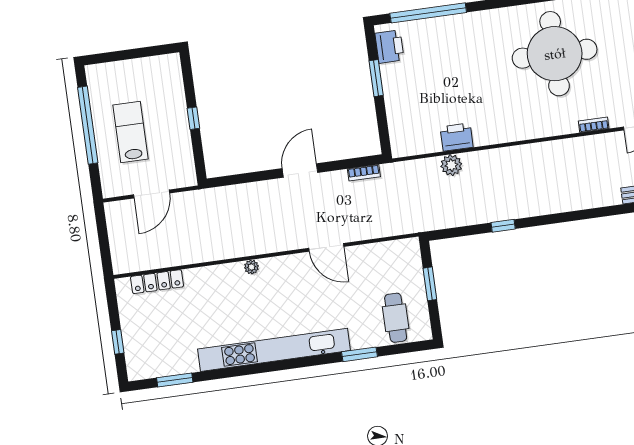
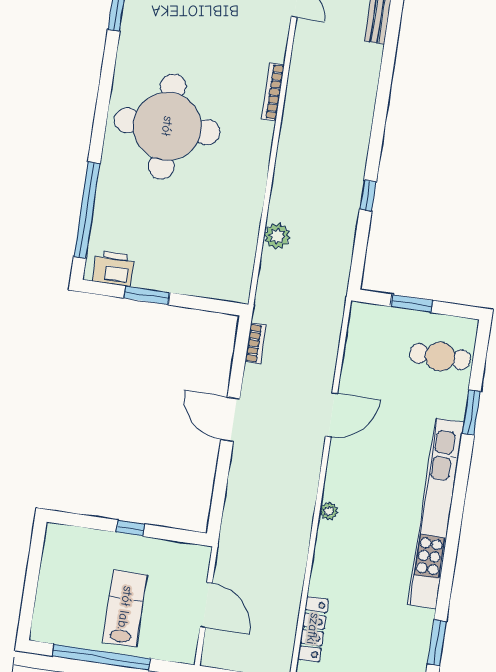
round table: (555, 54) -> (167, 126), moved
bookcase: (594, 125) -> (273, 92), moved, width x1.56
lab bench: (131, 132) -> (125, 608), turned 90
printer: (457, 137) -> (246, 220), removed

